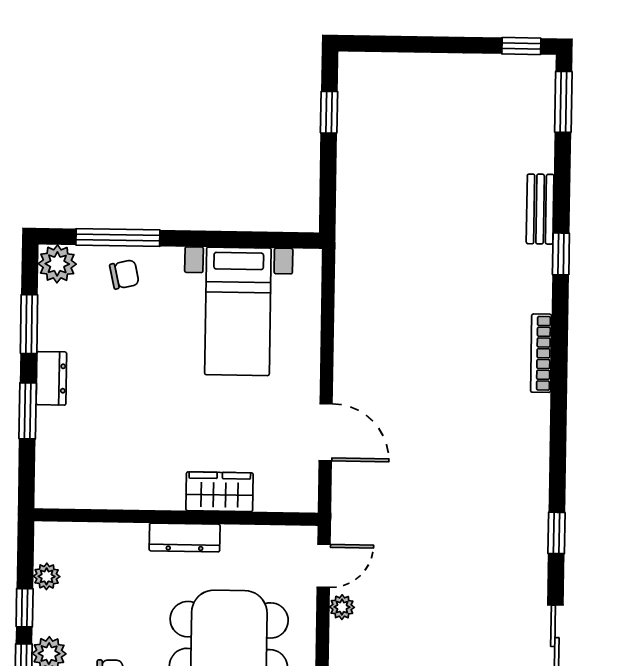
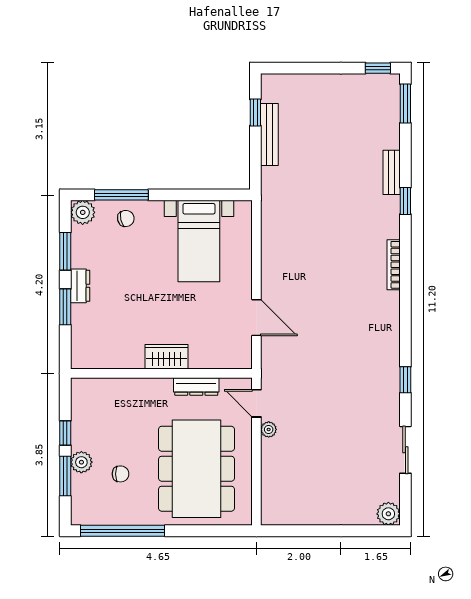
bench: (350, 147) -> (269, 135), added
wardrobe: (220, 492) -> (167, 357), moved
dresser: (185, 538) -> (196, 386), moved
door: (324, 566) -> (256, 403), swing flipped
plant: (47, 576) -> (79, 413), removed

